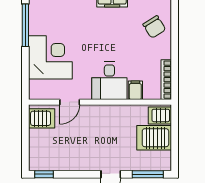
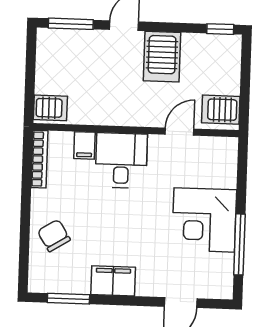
corner desk: (50, 57) -> (204, 220), moved
server rack: (154, 138) -> (162, 57), moved, turned 90

